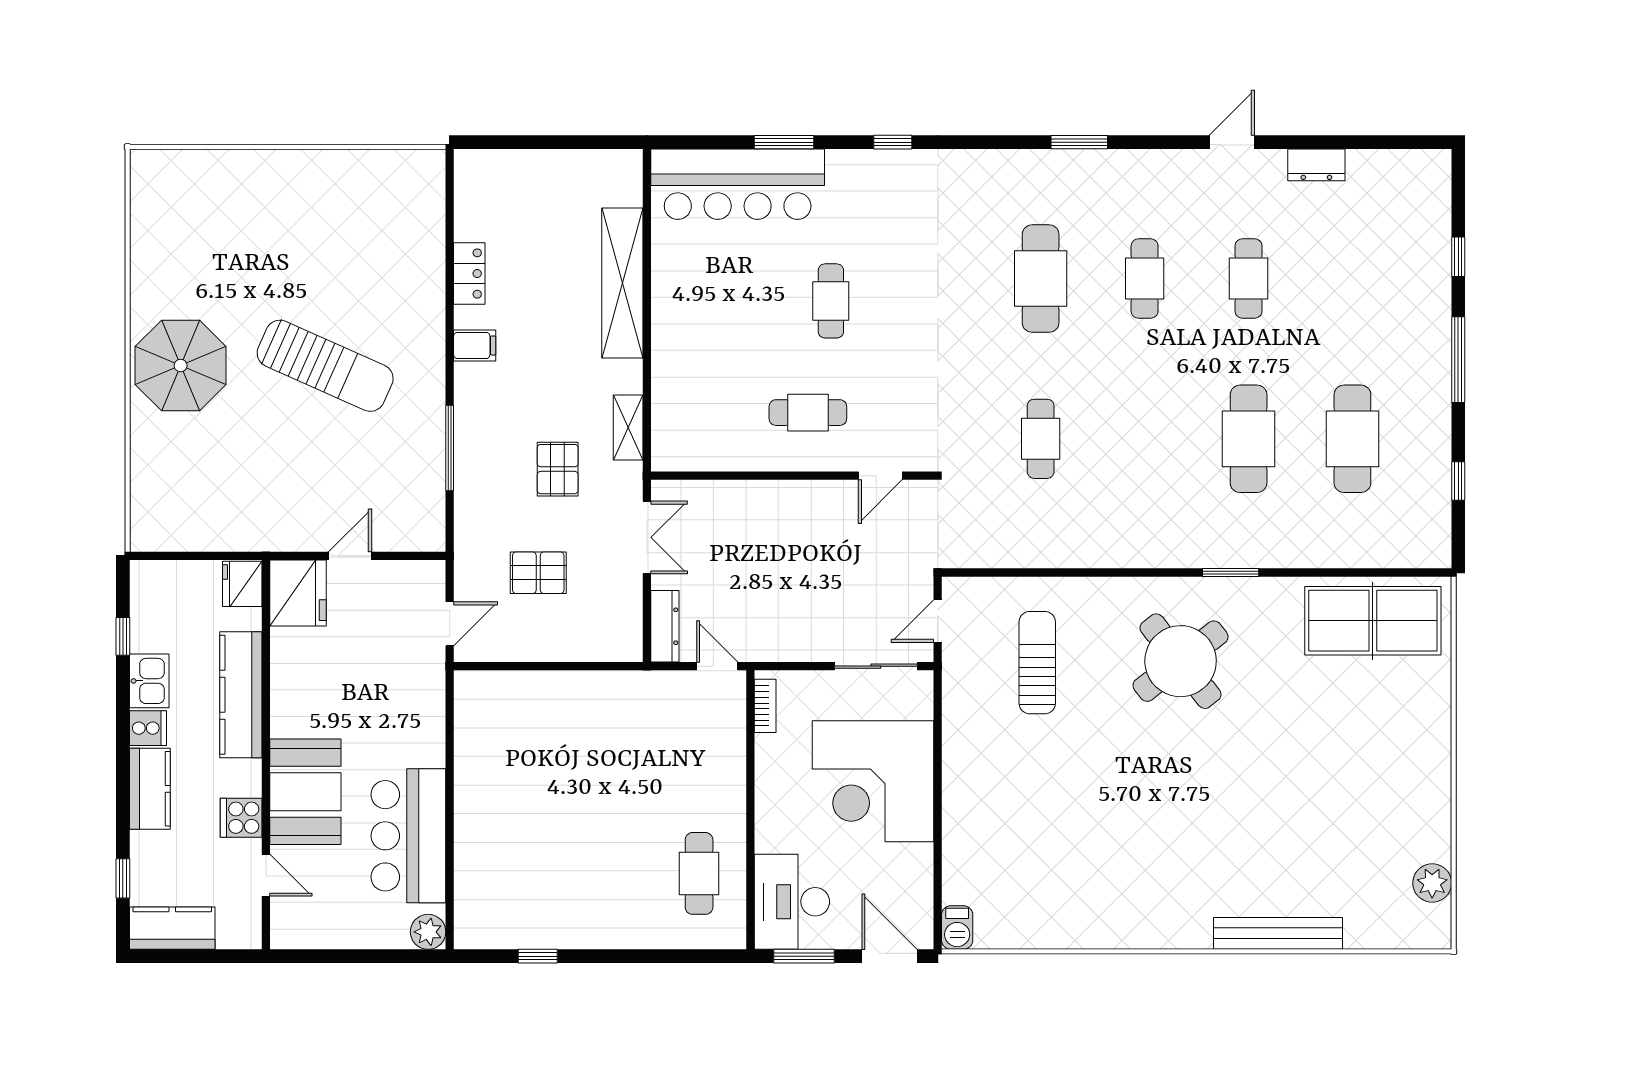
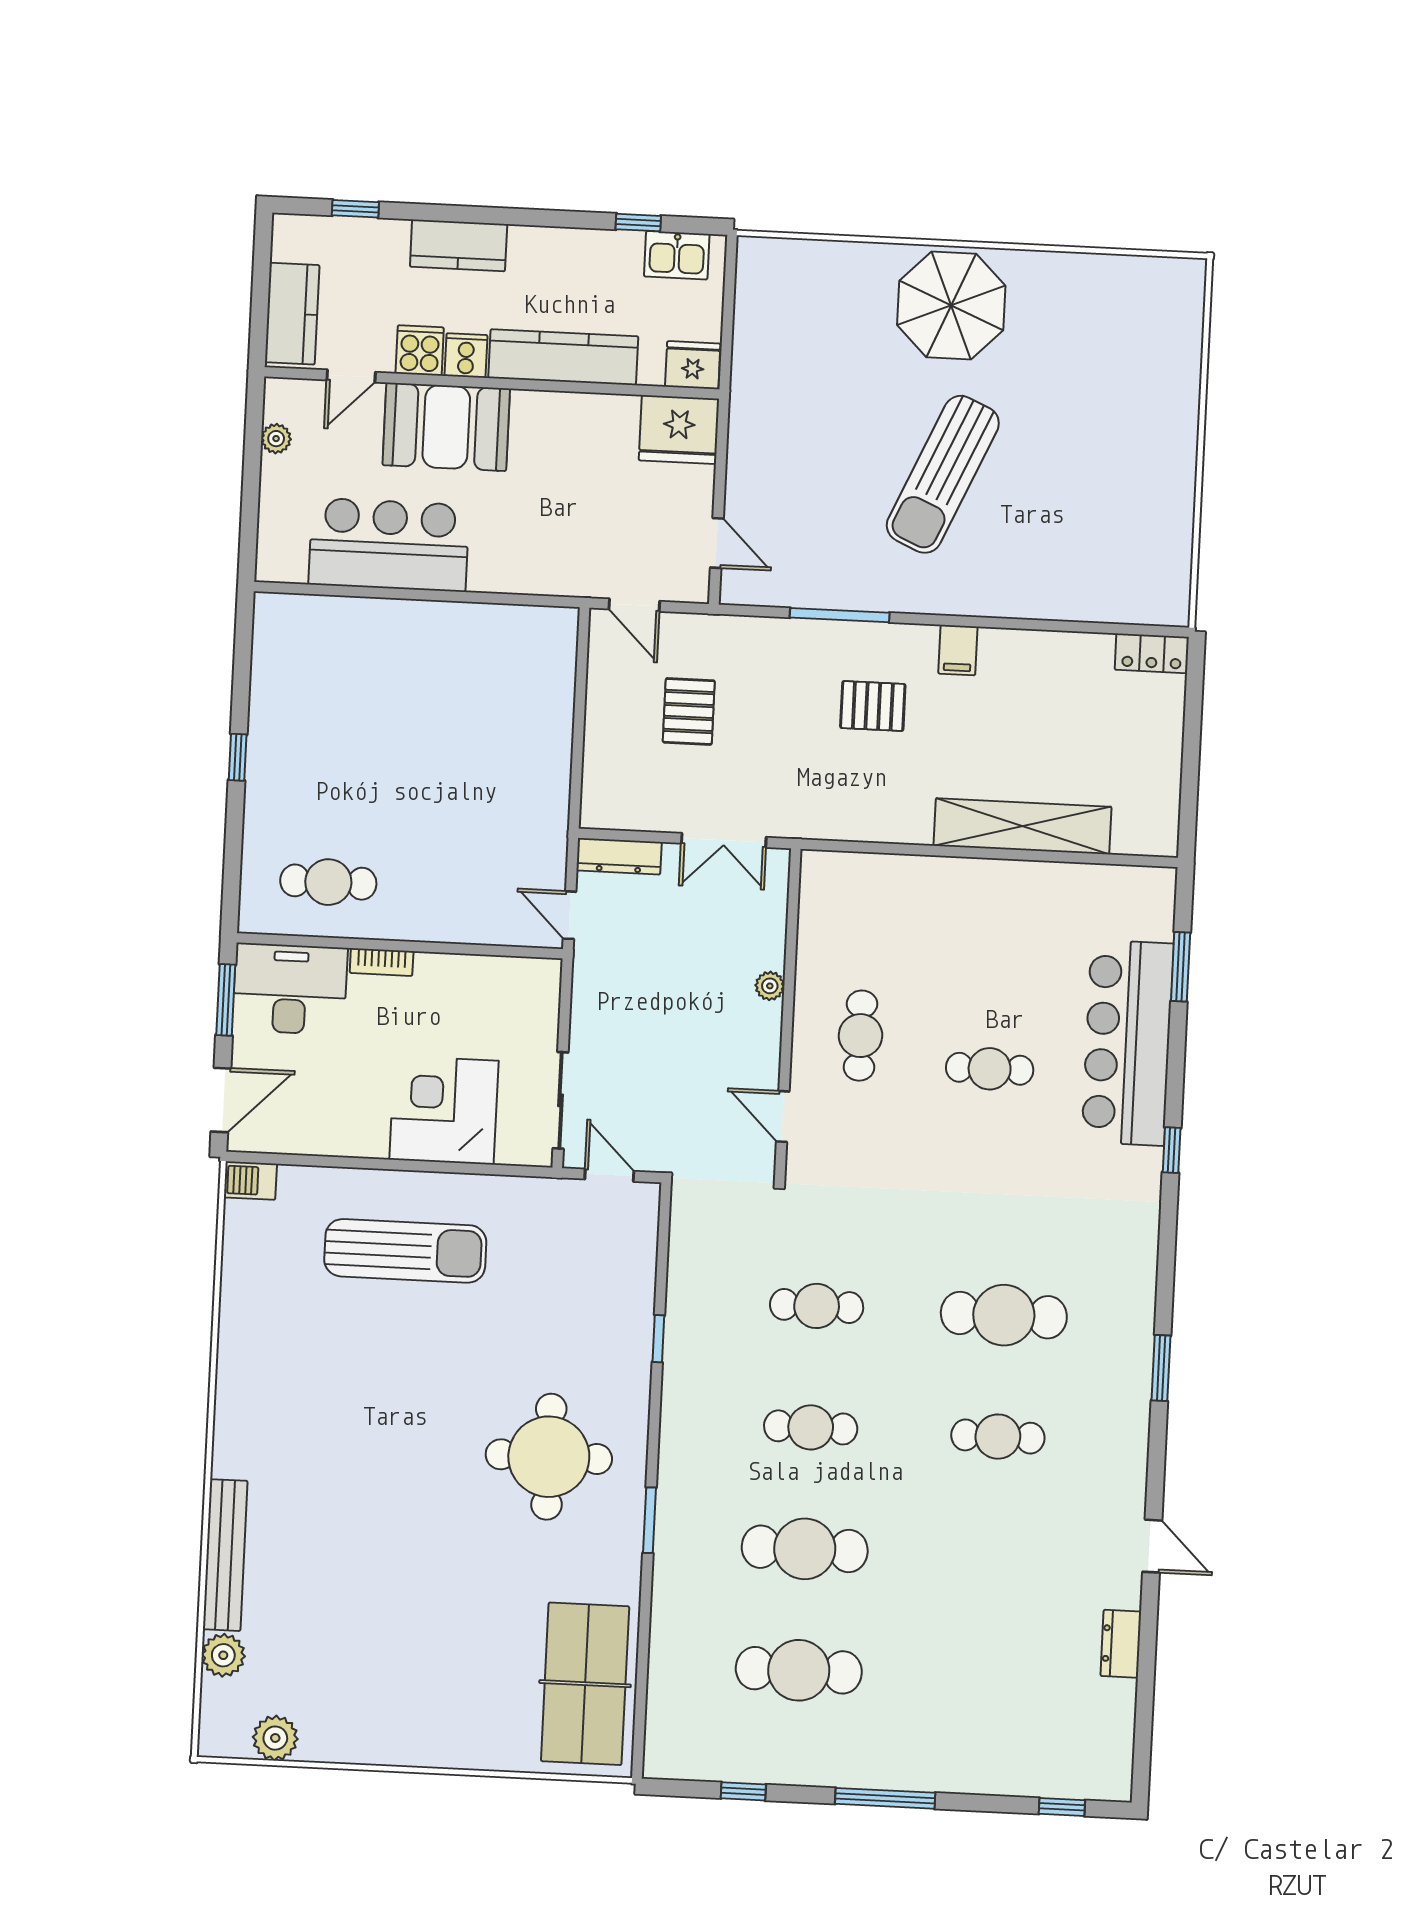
window: (784, 142) -> (1181, 967), moved
bar counter: (738, 184) -> (1128, 1043), moved
window: (1458, 257) -> (1062, 1807), moved
locker: (469, 274) -> (1152, 653), moved
cafe table: (1249, 279) -> (811, 1427), moved
shelving: (628, 428) -> (853, 825), removed
pallet: (558, 469) -> (873, 706), moved
plant: (769, 492) -> (770, 986), added
door: (350, 556) -> (717, 543), moved
window: (1075, 573) -> (658, 1339), added
round table: (1181, 661) -> (549, 1457), turned 38
sun lounger: (1037, 663) -> (405, 1251), moved, width x1.36, depth x1.34
door: (717, 666) -> (570, 915), swing flipped
kitchen sink: (149, 681) -> (677, 255), moved
bookcase: (765, 706) -> (382, 962), moved
cooker: (148, 728) -> (466, 355), moved, turned 180
corner desk: (873, 781) -> (444, 1110), width x0.74, depth x0.74
kitchen counter: (172, 928) -> (292, 314), moved
plant: (1364, 931) -> (223, 1655), added
plant: (428, 932) -> (276, 439), moved, width x0.73, depth x0.73
window: (538, 956) -> (238, 757), moved

